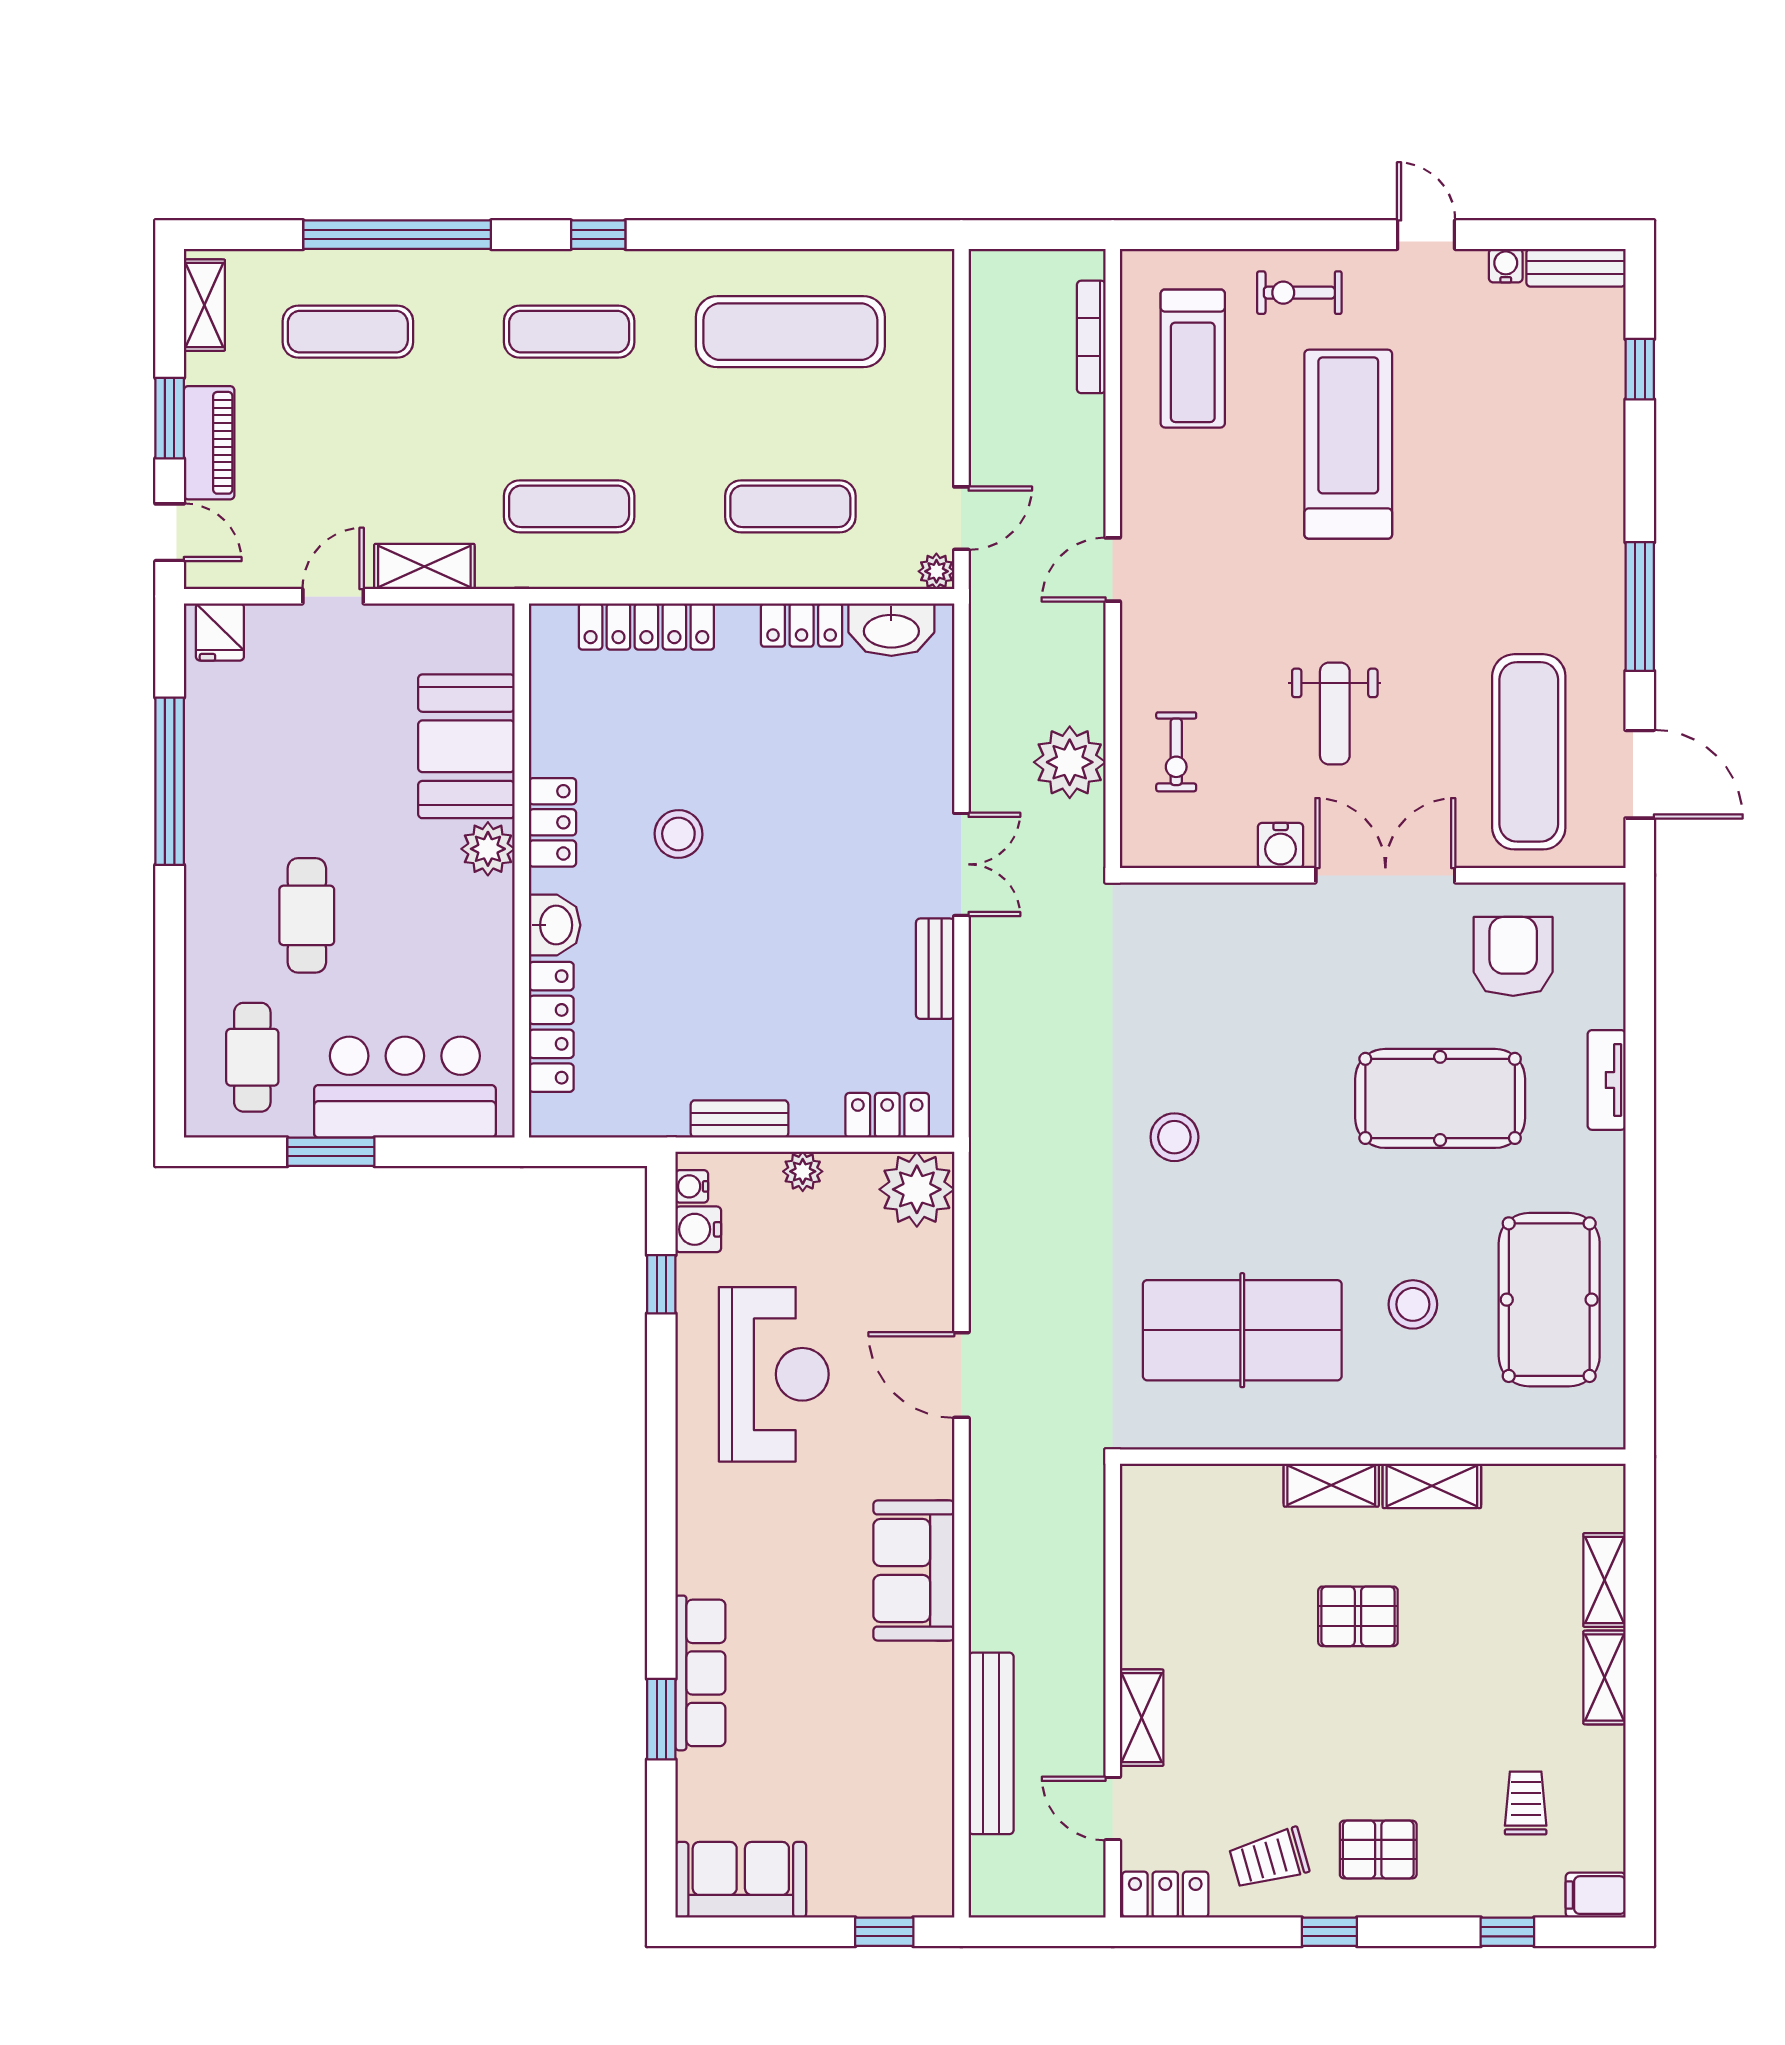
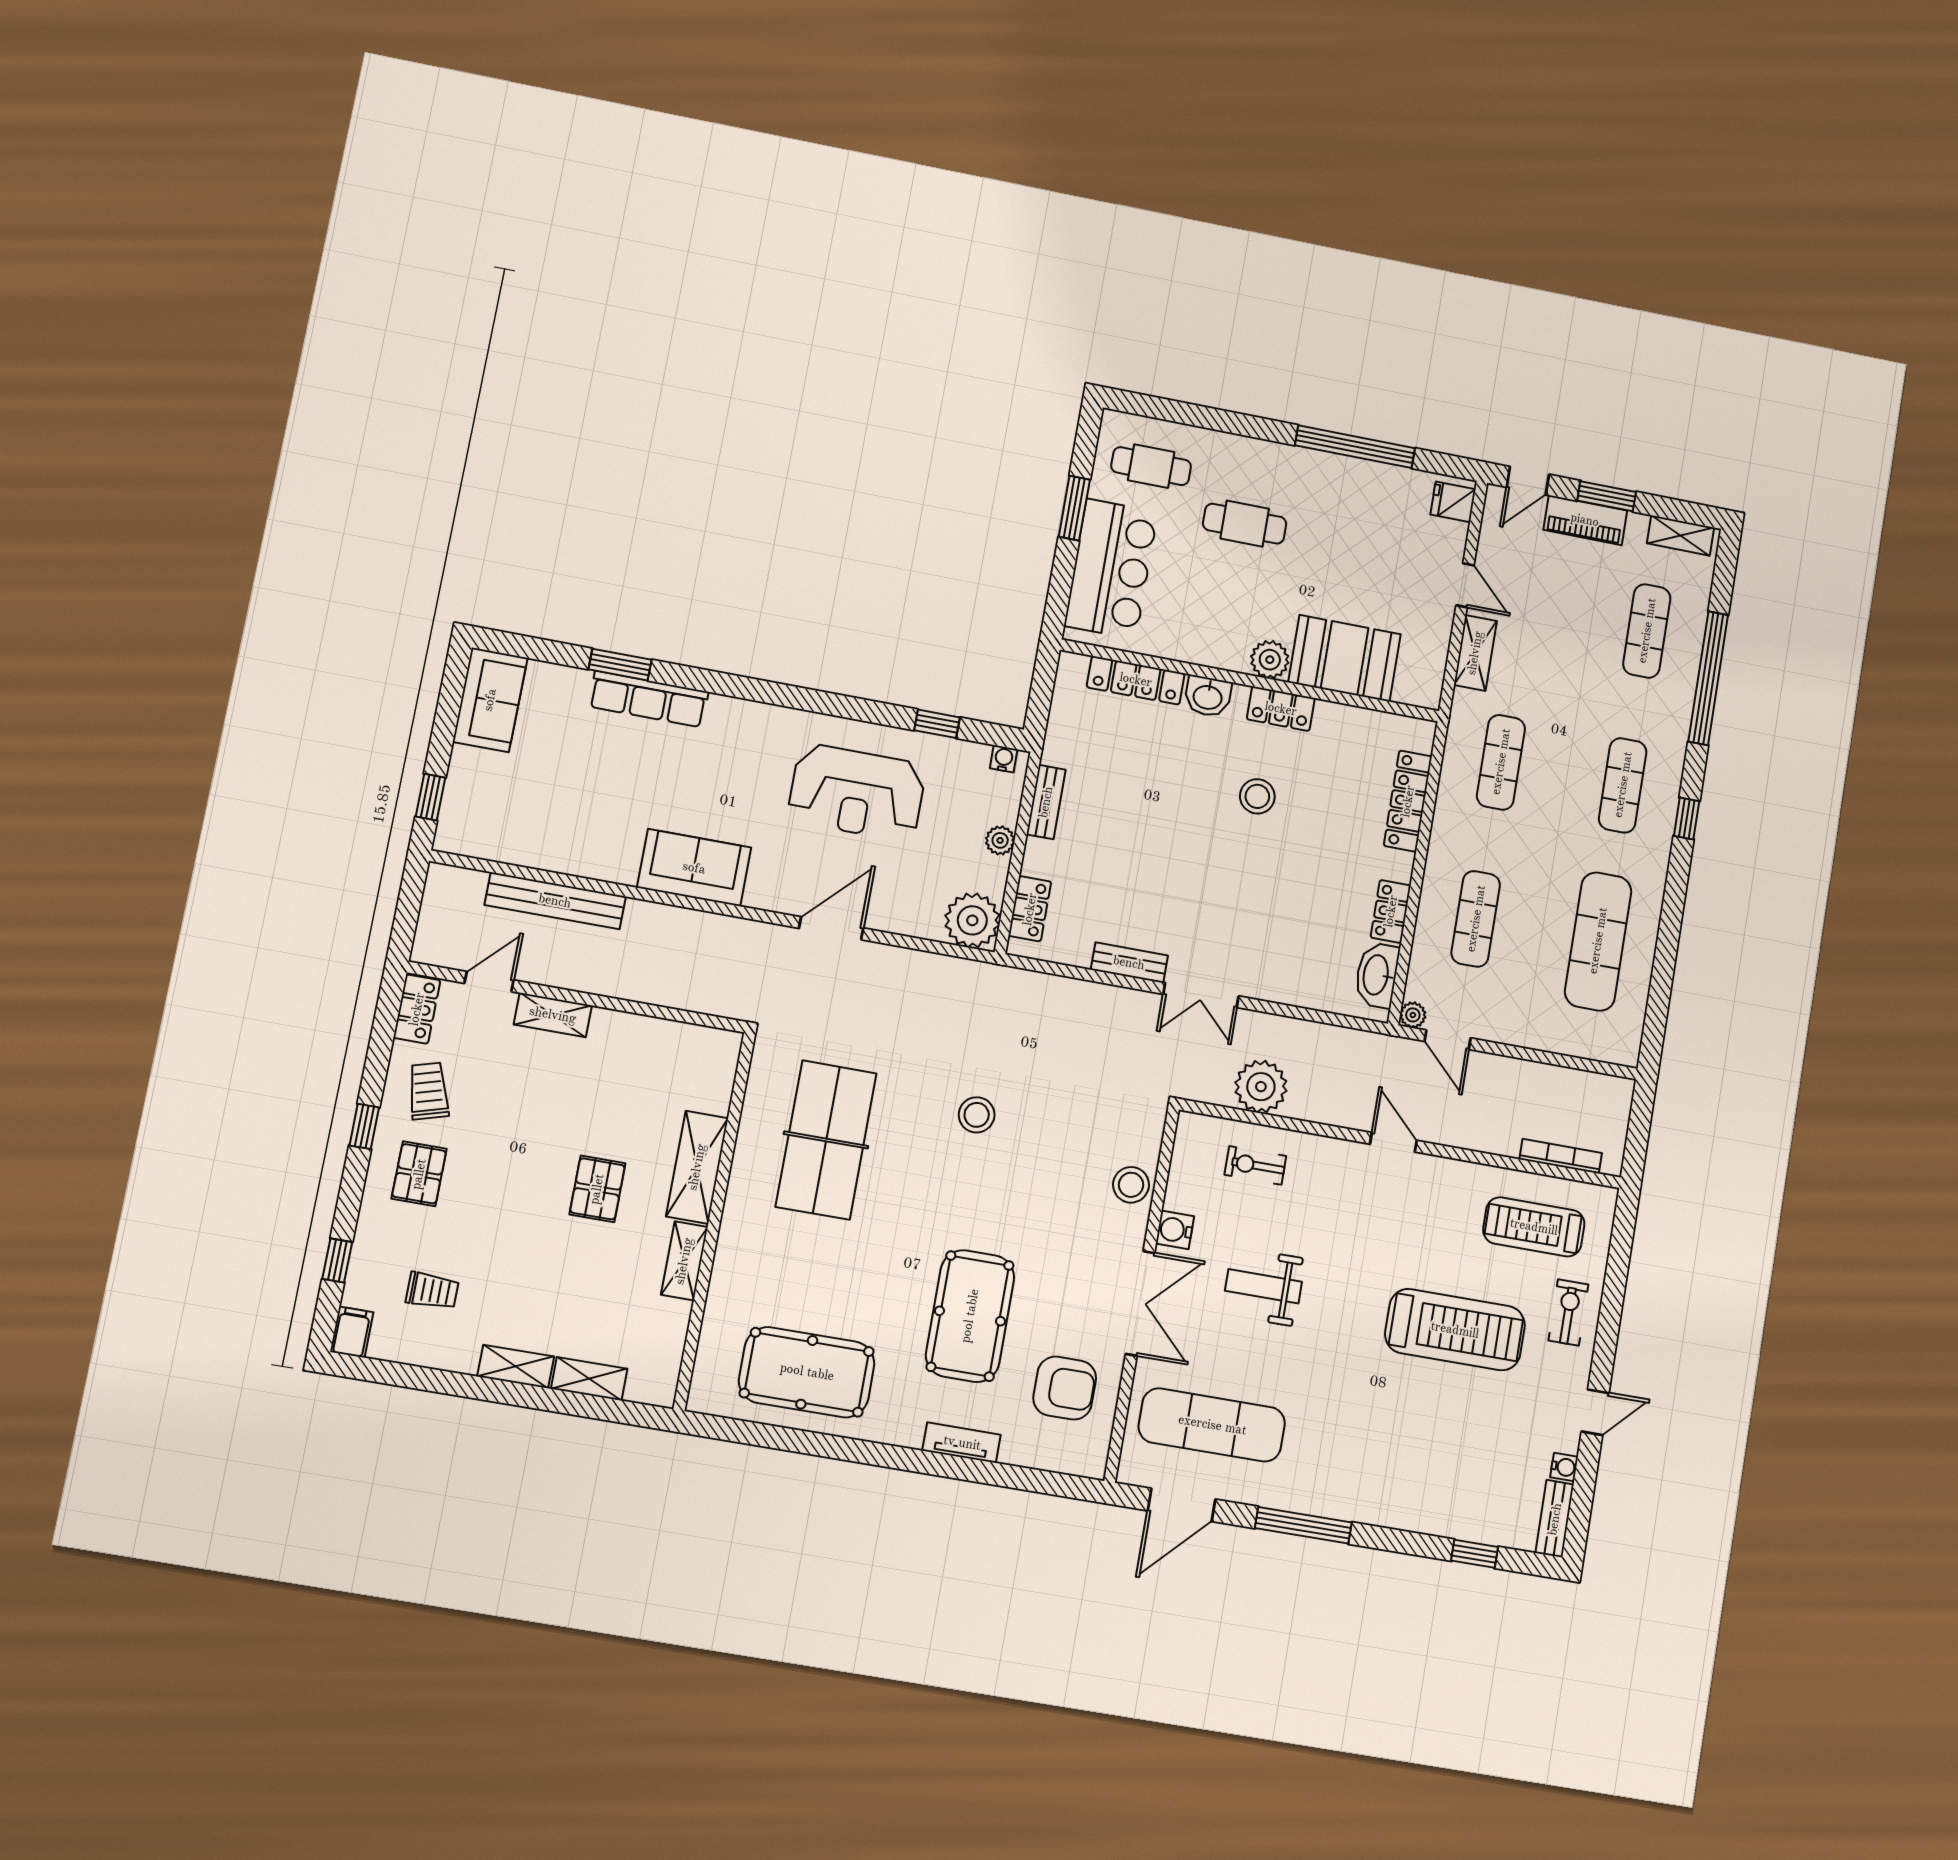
water cooler: (698, 1229) -> (972, 758), removed
stool: (1413, 1304) -> (1131, 1185), moved
shelving: (1331, 1485) -> (697, 1167), width x1.50, depth x1.33

